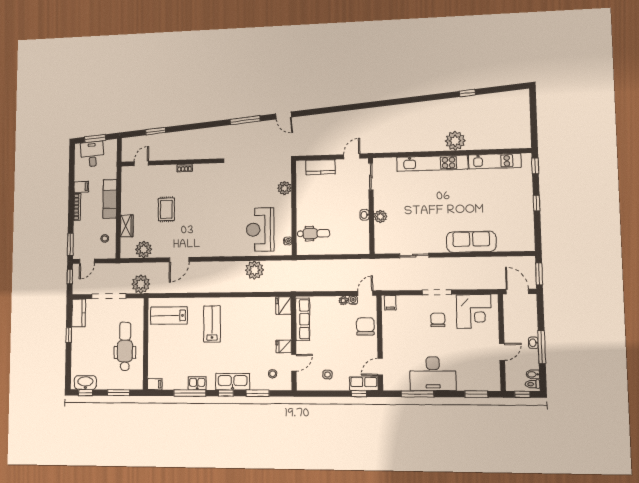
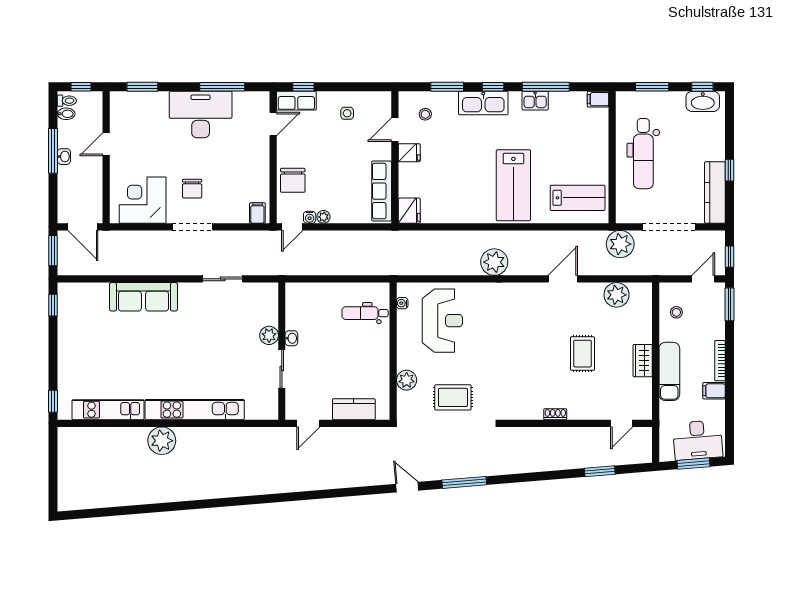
window: (467, 93) -> (143, 509), removed
desk: (92, 154) -> (698, 440), width x1.37
rug: (253, 177) -> (453, 397), added
sliding door: (371, 177) -> (282, 369), moved
window: (536, 203) -> (53, 305), moved
wardrobe: (127, 226) -> (643, 361), moved
plant: (254, 270) -> (494, 262), moved
kitchen counter: (79, 313) -> (715, 193), width x1.50
lab bench: (212, 324) -> (513, 185), width x1.36, depth x1.39

